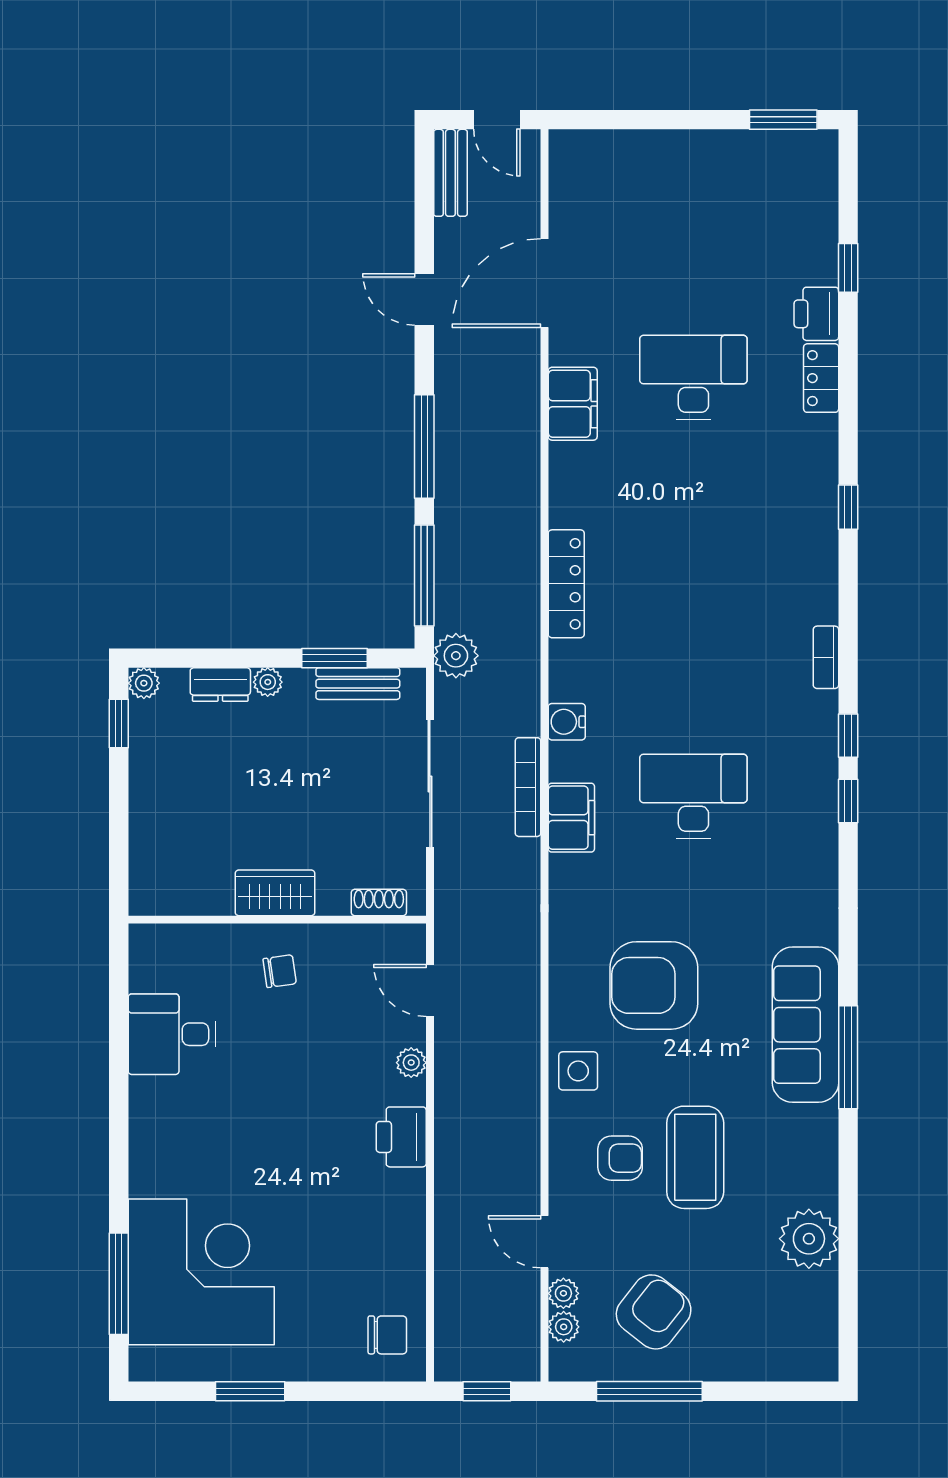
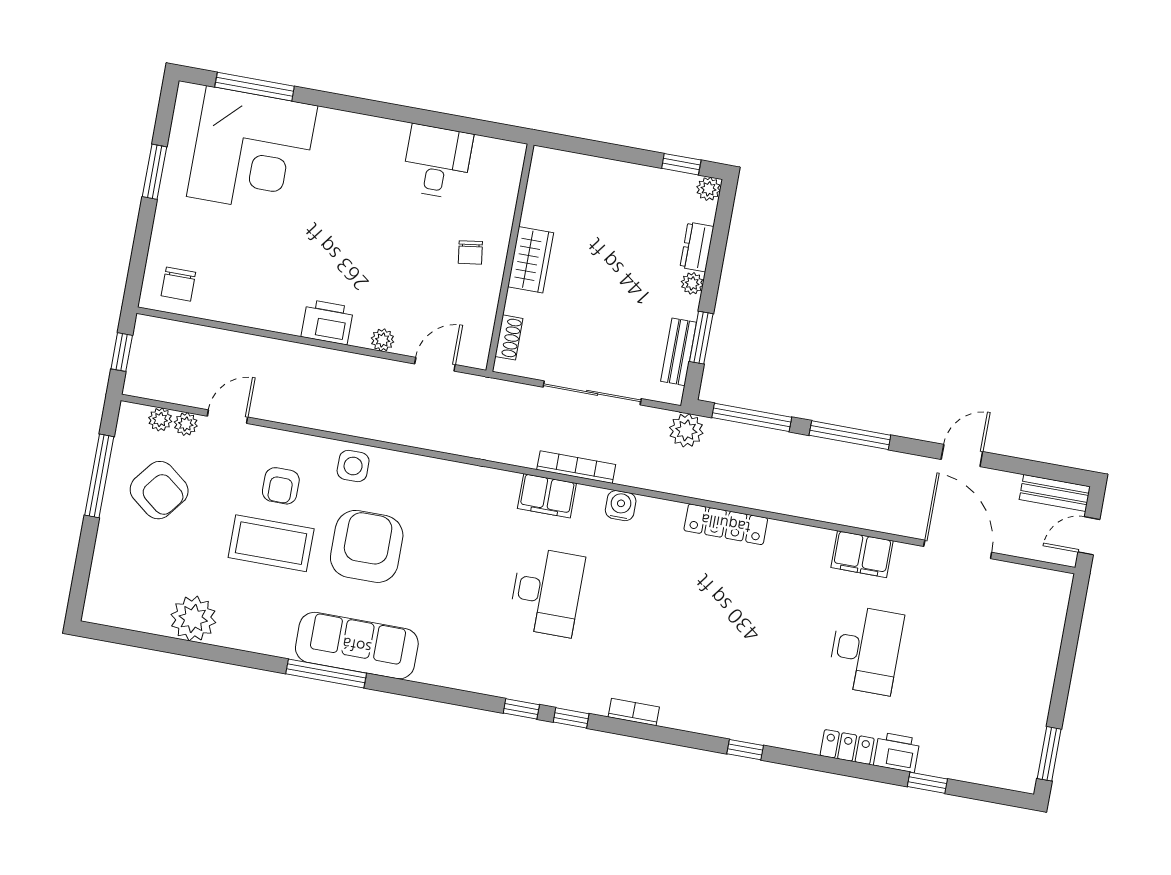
armchair: (654, 985) -> (367, 546), moved

